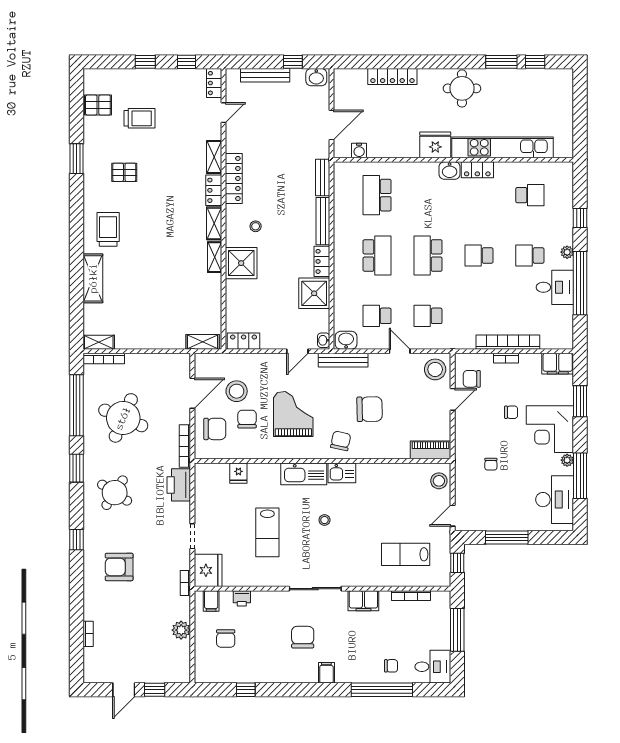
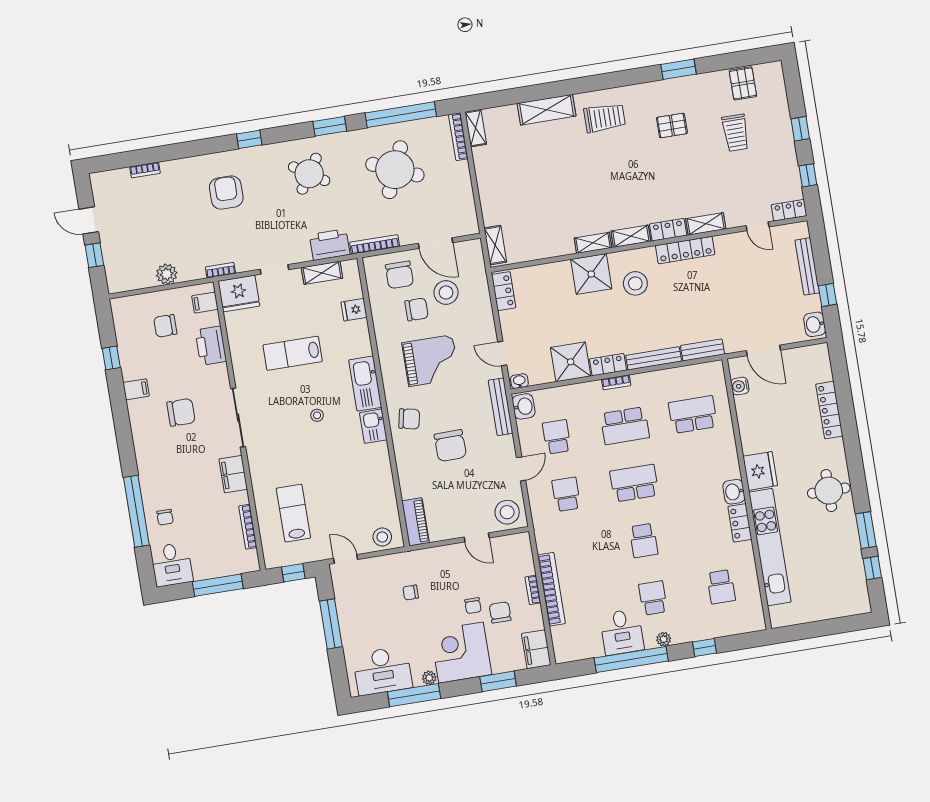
pallet: (124, 172) -> (672, 126), turned 90
stool: (256, 226) -> (635, 283), width x1.89, depth x1.89
school desk: (479, 255) -> (644, 541), turned 180
bookcase: (338, 257) -> (616, 382), added
chair: (472, 379) -> (500, 612), moved
shelving: (202, 496) -> (322, 273), added
printer: (242, 598) -> (211, 346), width x1.87, depth x1.48
filing cabinet: (326, 673) -> (136, 389), moved

